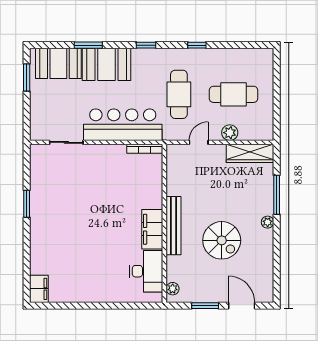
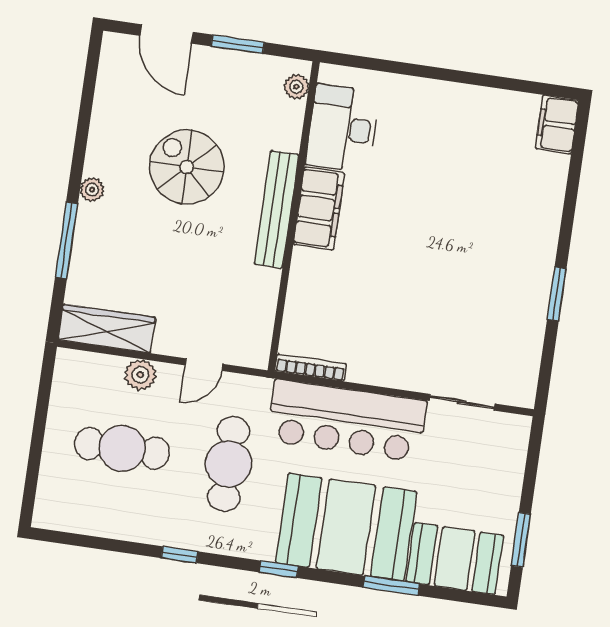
booth: (107, 64) -> (346, 527), width x1.36, depth x1.42

